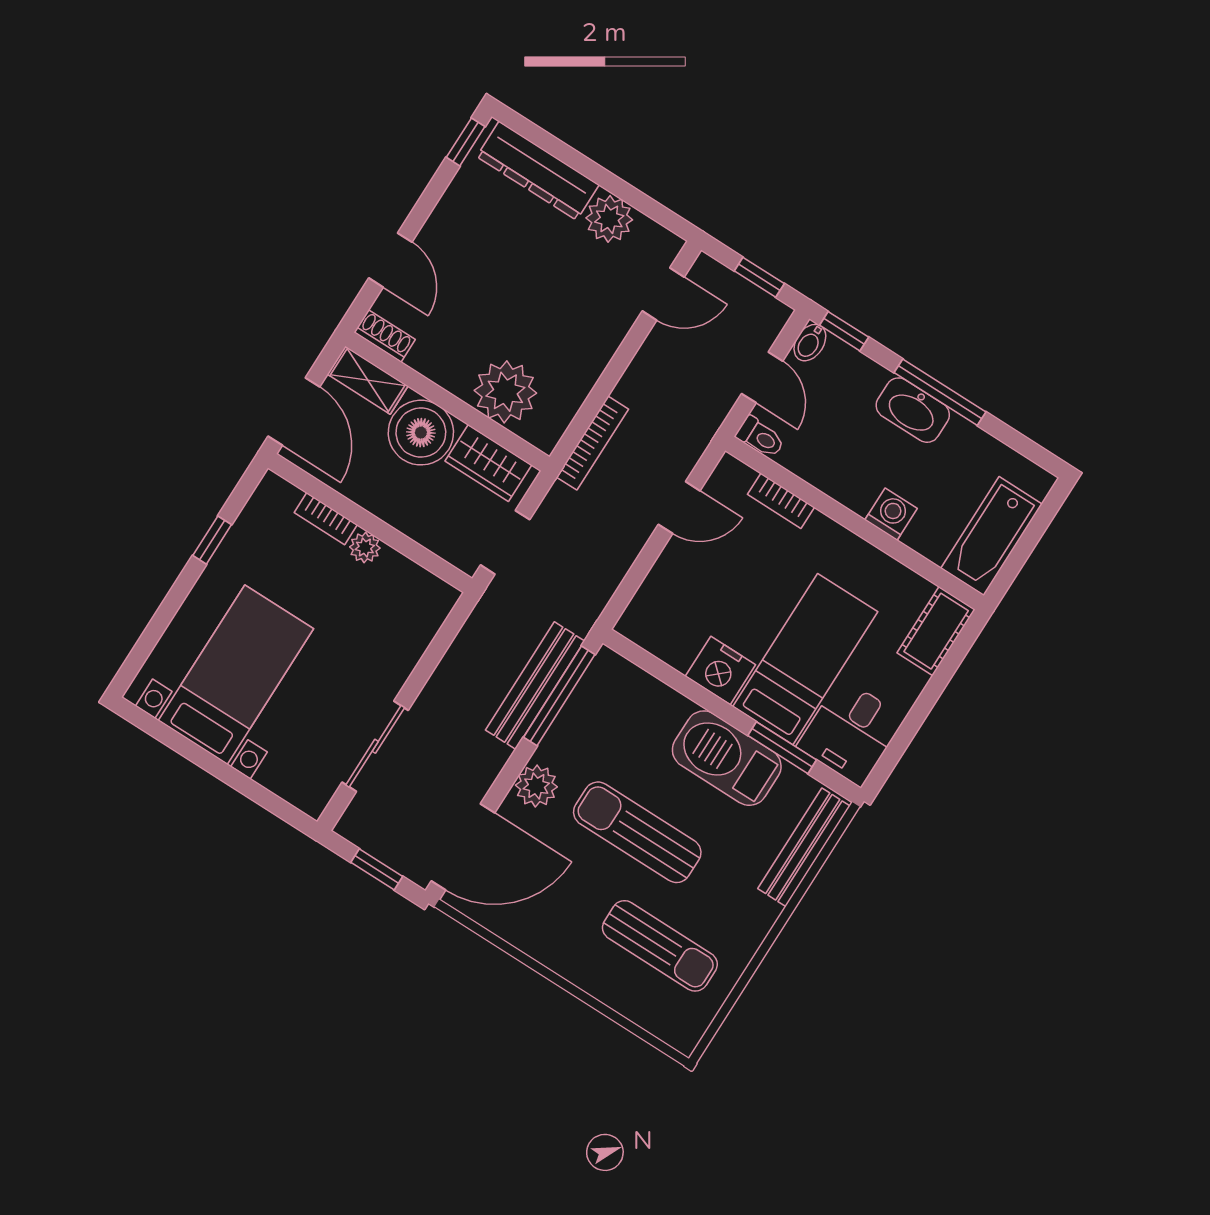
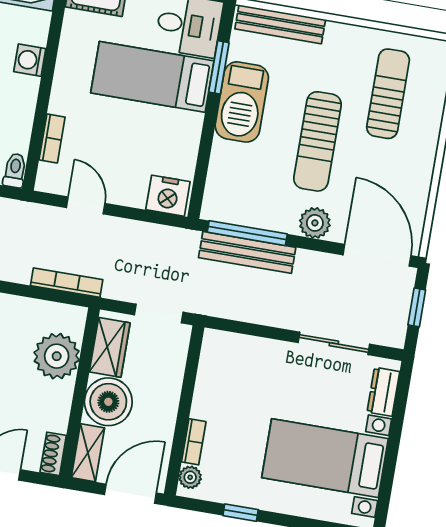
plant: (365, 548) -> (190, 477), moved
nightstand: (720, 670) -> (168, 196), moved, turned 90
dresser: (288, 783) -> (383, 392), added

